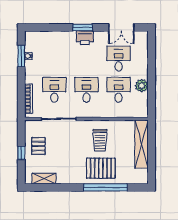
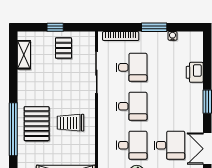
printer: (85, 38) -> (195, 72), moved
window: (21, 56) -> (154, 27), moved
pallet: (38, 146) -> (63, 48), turned 90

